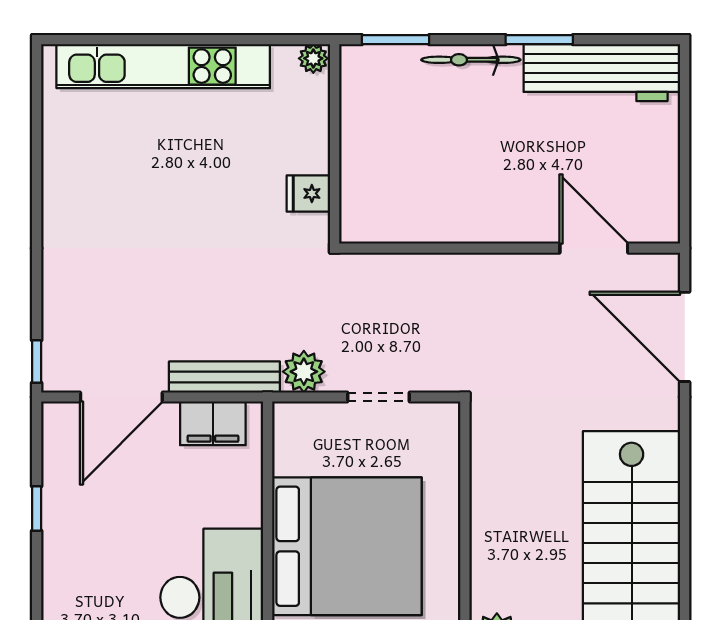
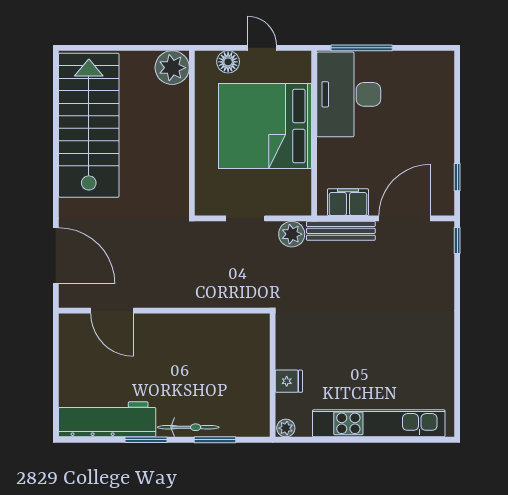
window: (395, 40) -> (215, 440), moved
fridge: (308, 193) -> (289, 381), moved
window: (37, 508) -> (457, 177), moved

